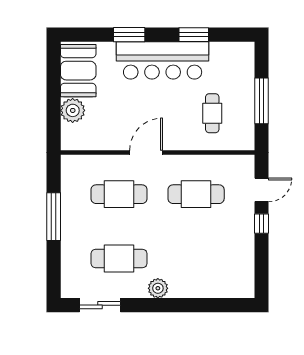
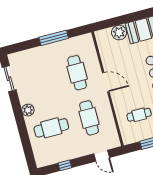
window: (261, 224) -> (65, 165), moved
cafe table: (119, 259) -> (51, 128), moved, turned 90

